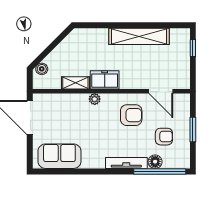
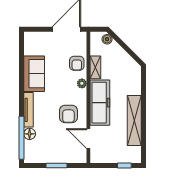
freezer: (105, 80) -> (100, 103), width x1.91, depth x1.26
door: (161, 91) -> (88, 139), hinge flipped
armchair: (164, 137) -> (77, 63), moved
sofa: (59, 156) -> (34, 74), moved

